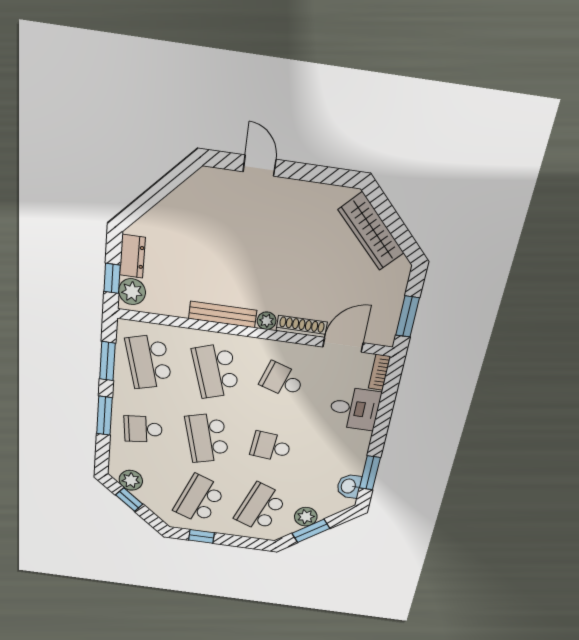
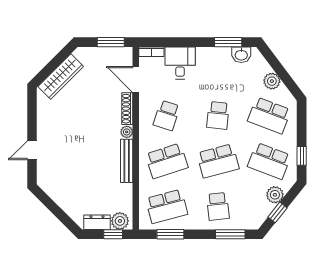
window: (104, 416) -> (230, 234), moved
plant: (131, 480) -> (275, 195), moved
window: (311, 531) -> (284, 75), removed

